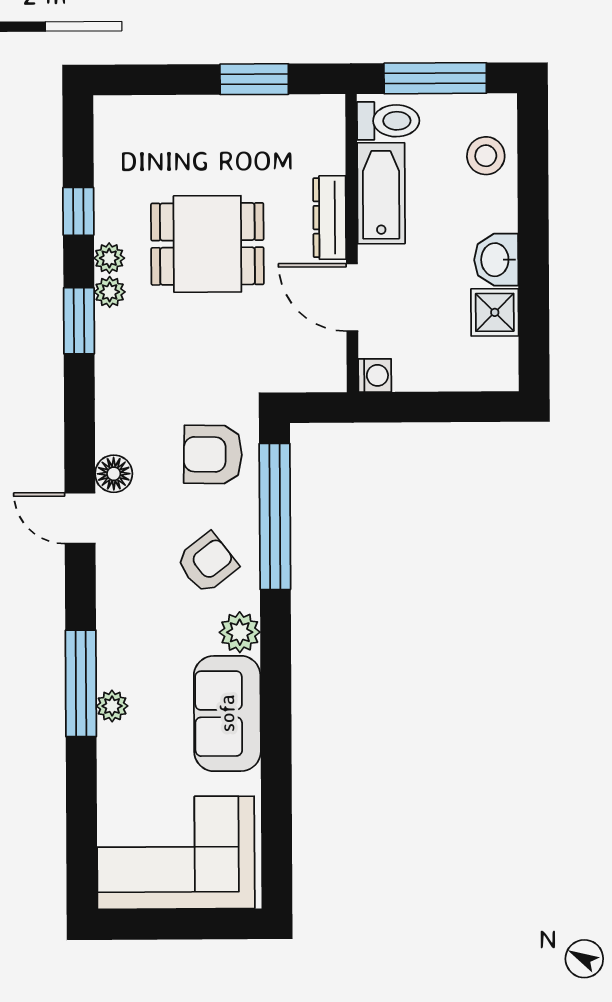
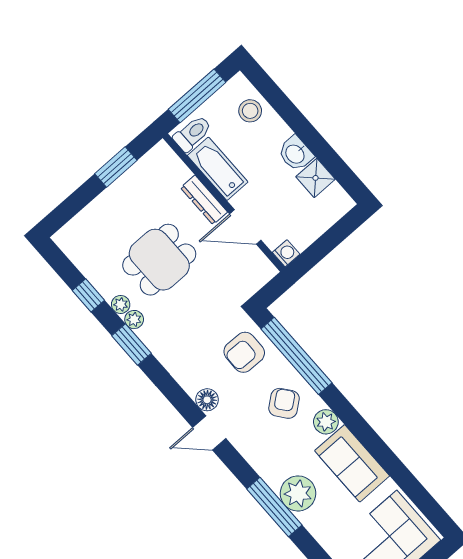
plant: (112, 706) -> (298, 493), width x1.87, depth x1.87

